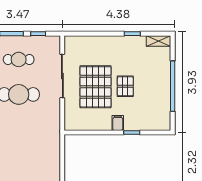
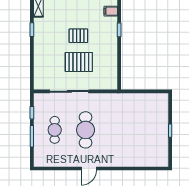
pallet: (96, 87) -> (79, 62), width x0.73, depth x0.71
filing cabinet: (118, 123) -> (111, 11), moved

